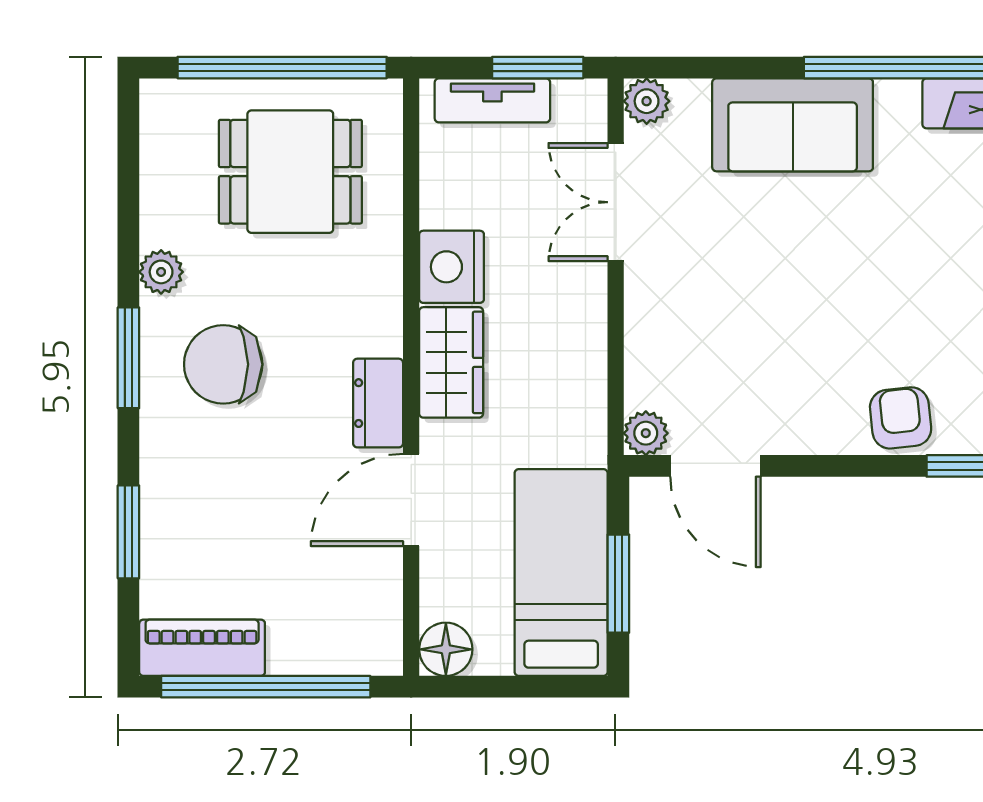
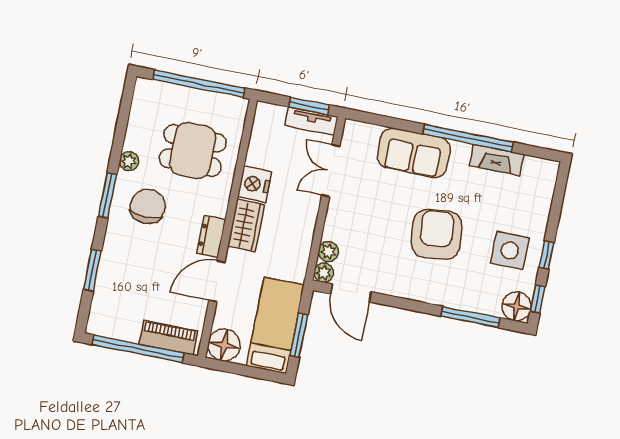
tv unit: (492, 100) -> (311, 121), moved
plant: (647, 101) -> (328, 252), moved
dining table: (290, 172) -> (193, 150), moved
chair: (223, 364) -> (148, 206), turned 90
armchair: (901, 418) -> (436, 234), moved, width x1.88, depth x1.88
piano: (202, 648) -> (169, 338), moved
floor lamp: (446, 649) -> (224, 345), width x1.38, depth x1.38

